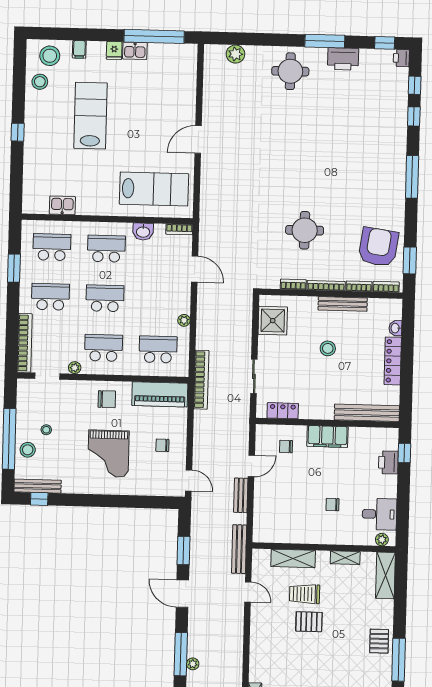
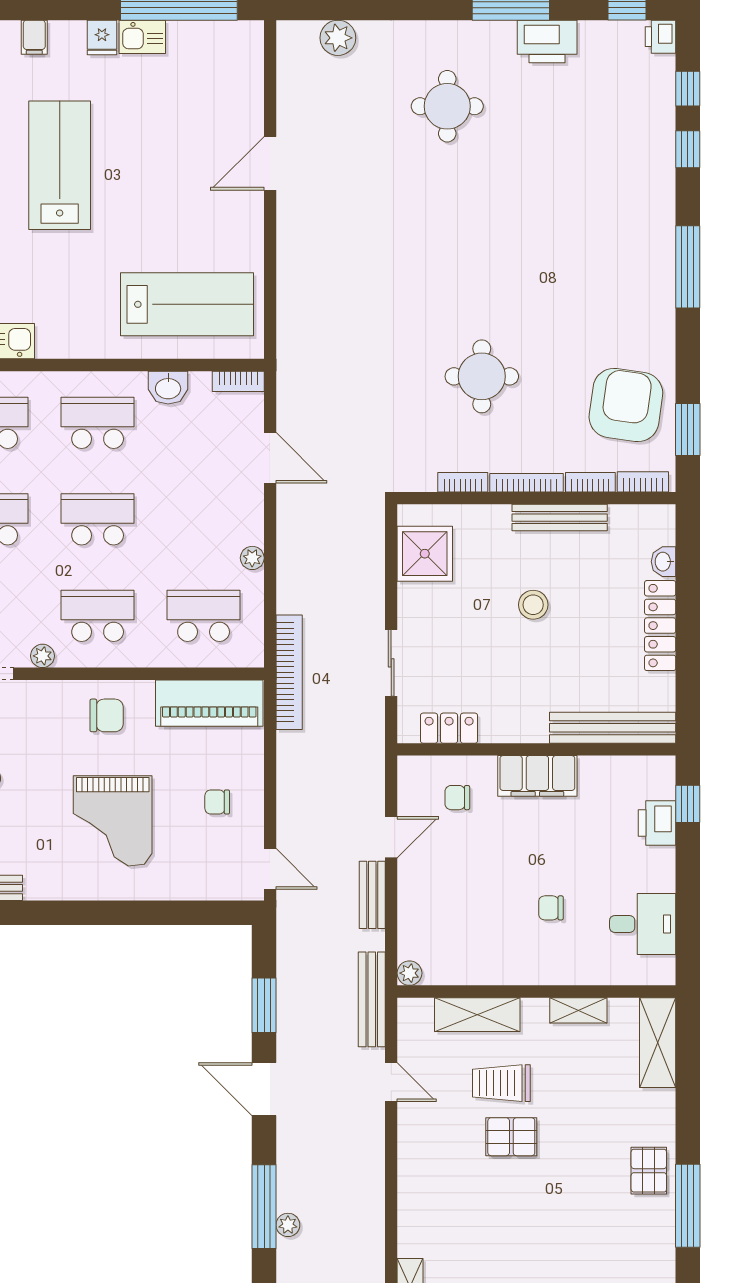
round table: (290, 71) -> (447, 106), moved
door: (198, 140) -> (270, 163), moved
plant: (382, 540) -> (409, 973), moved

